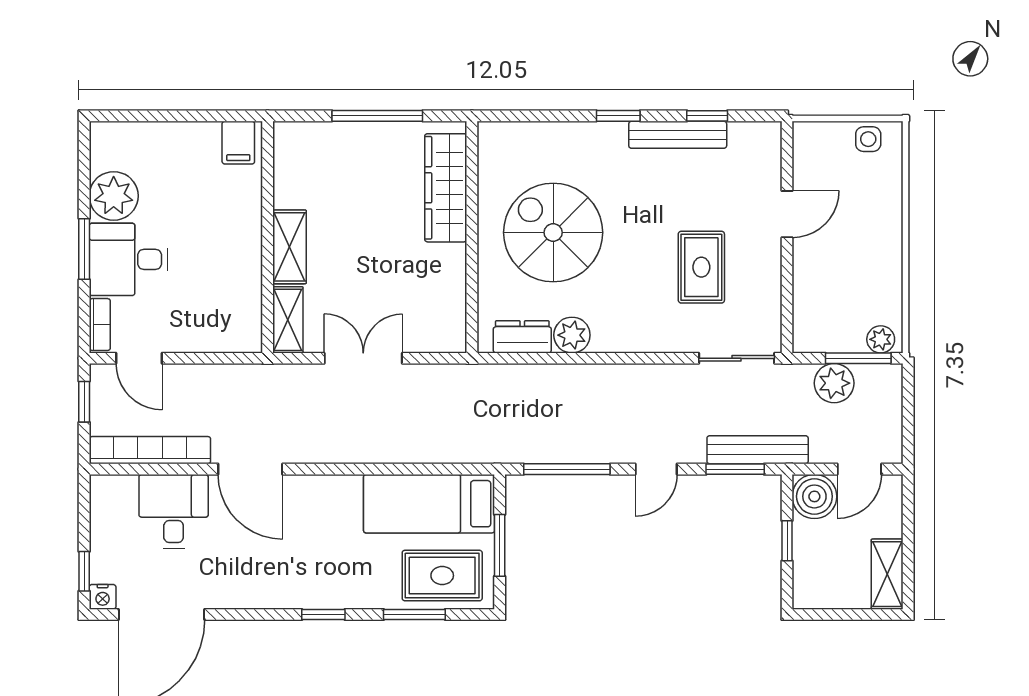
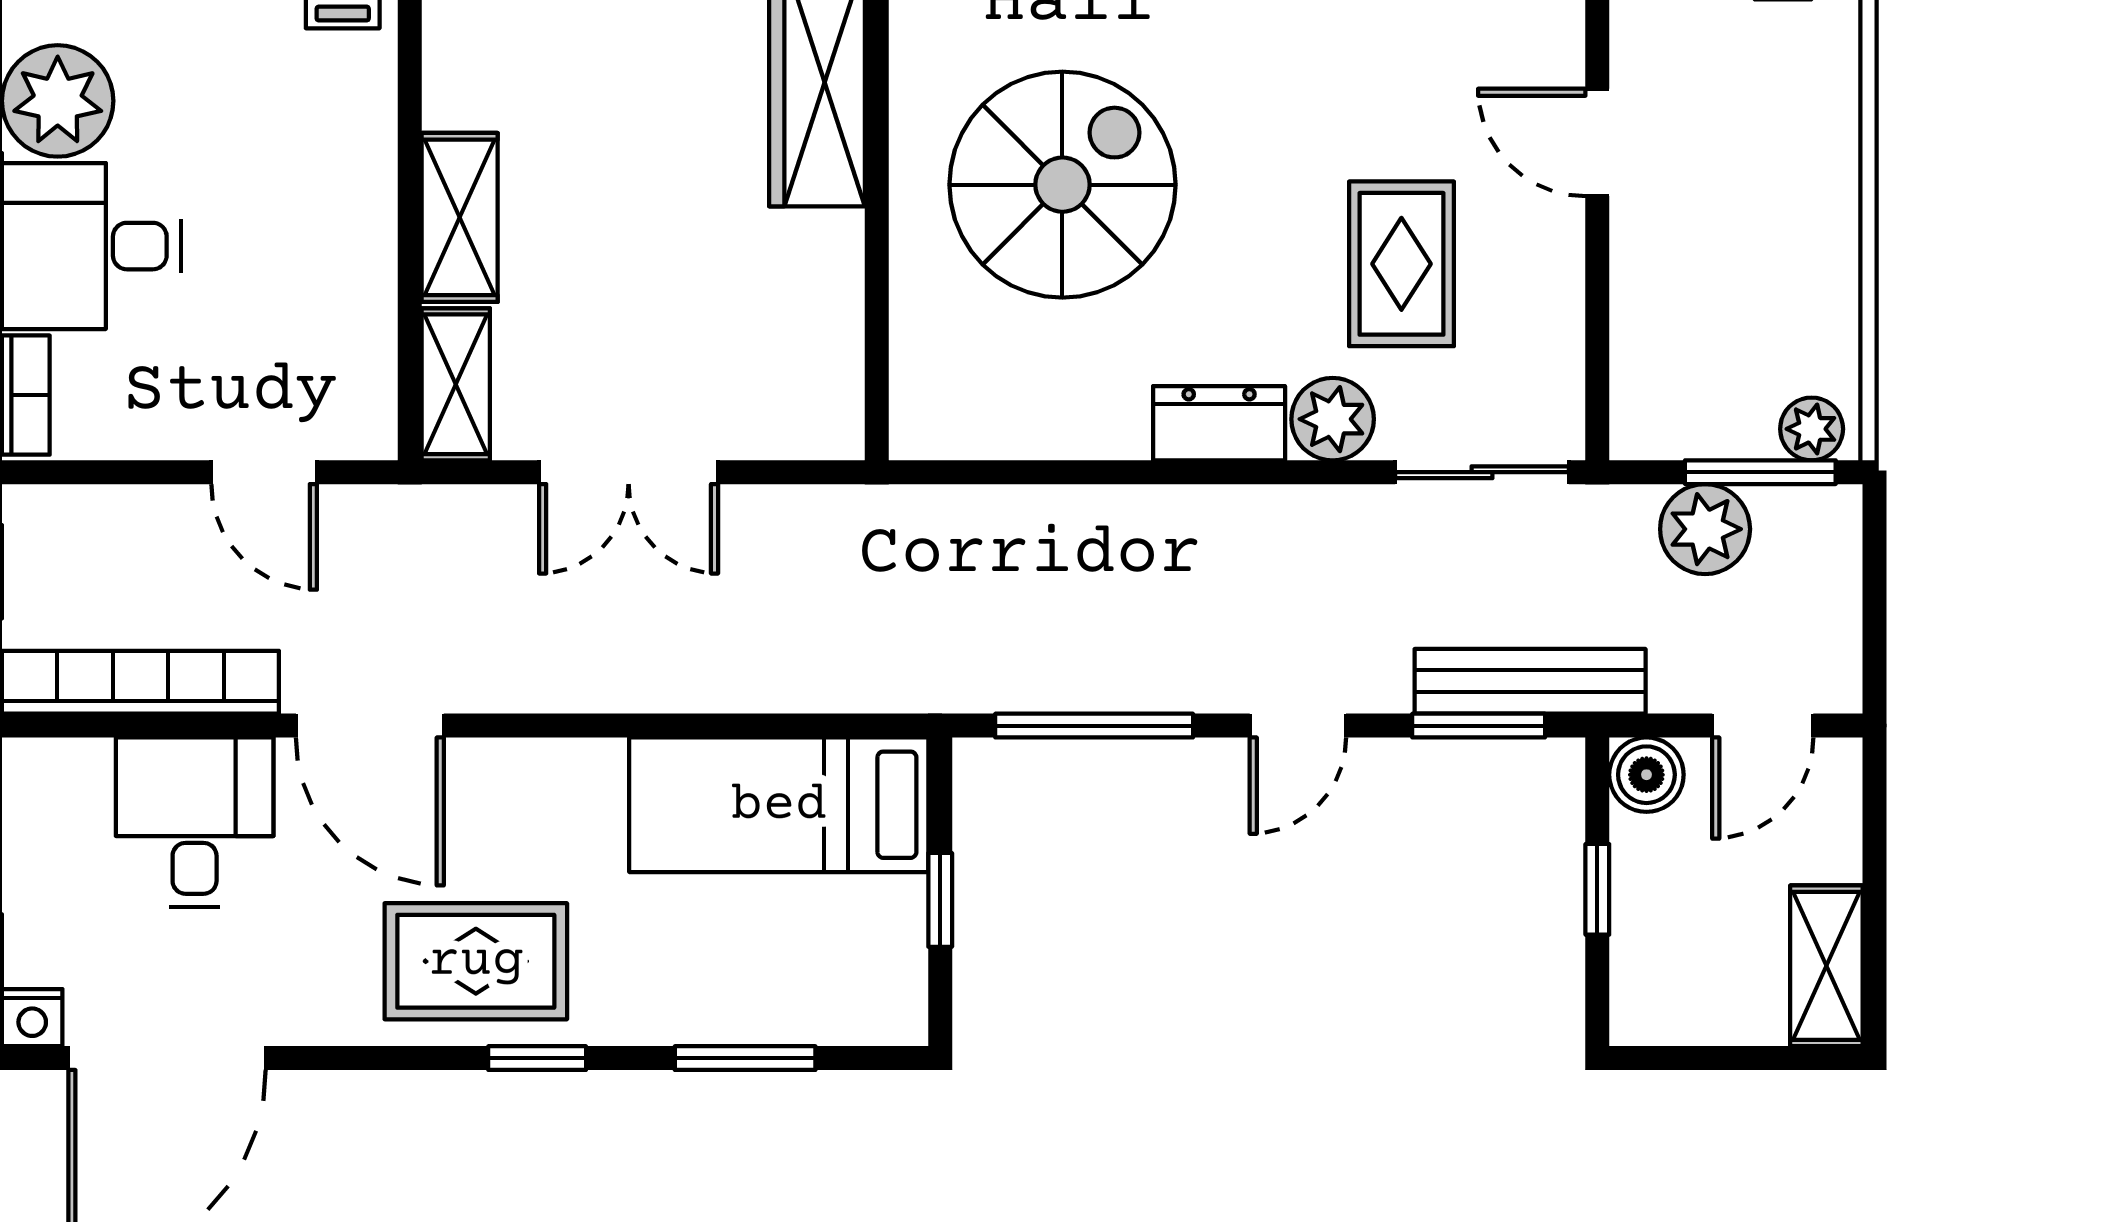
door: (787, 214) -> (1597, 142), swing flipped
spiral stairs: (553, 233) -> (1062, 185), turned 90
plant: (572, 335) -> (1333, 419), moved
dresser: (522, 337) -> (1219, 423), moved
door: (139, 358) -> (264, 472), moved
double door: (363, 358) -> (629, 472), swing flipped
boiler: (814, 496) -> (1646, 775), width x0.73, depth x0.73
window: (500, 545) -> (940, 900), width x0.67
rug: (442, 576) -> (476, 961), moved

